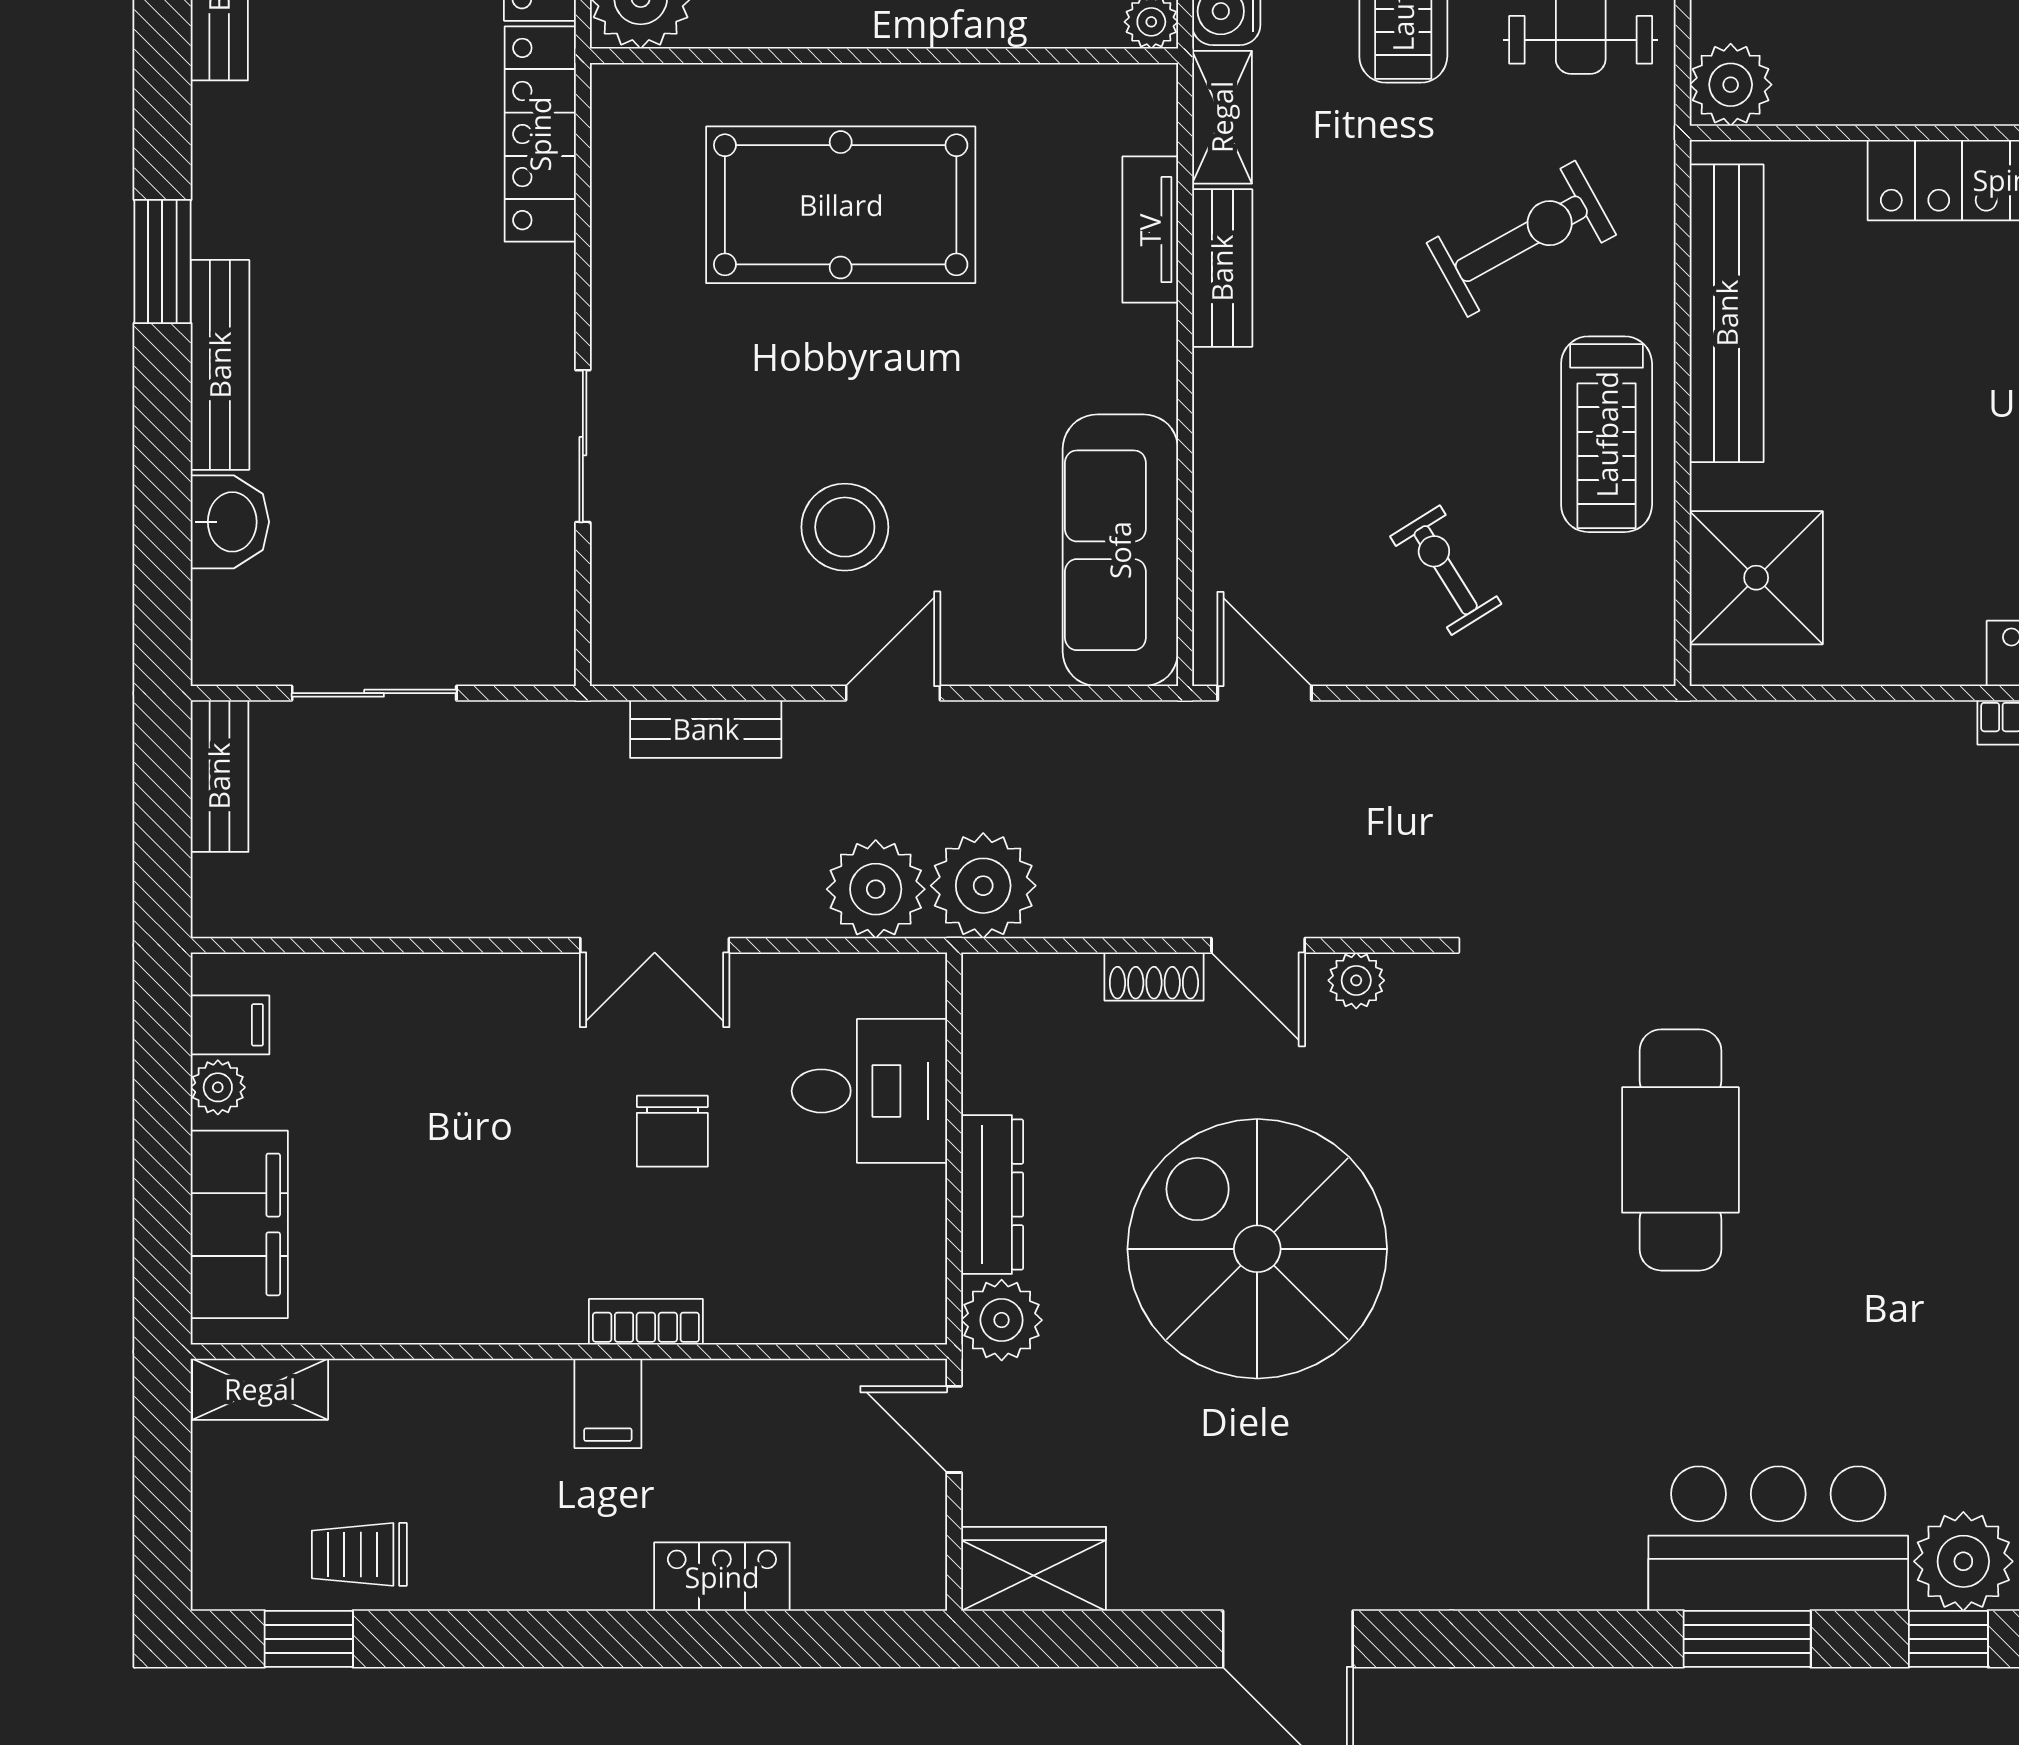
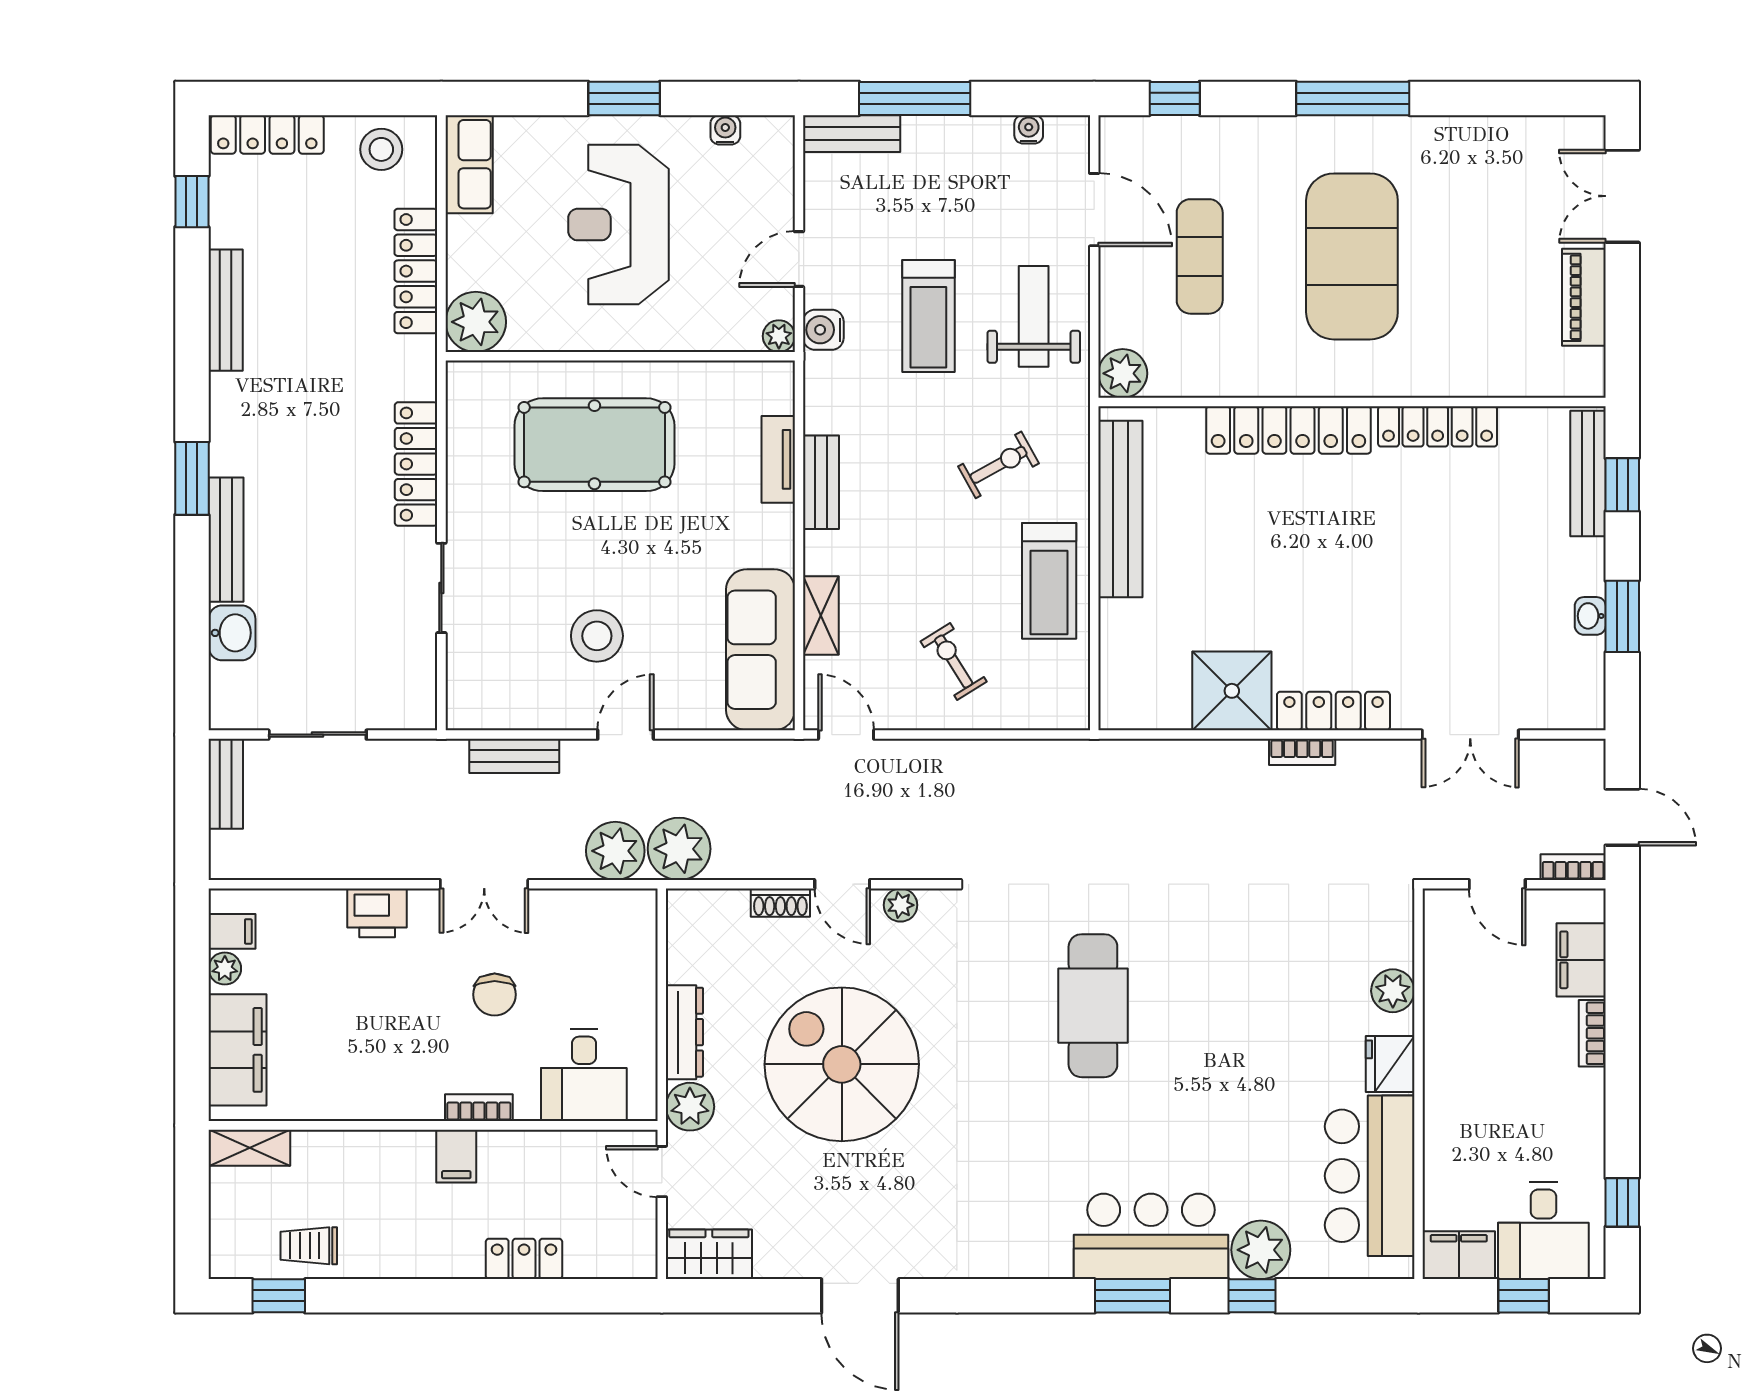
shelving: (1222, 117) -> (821, 615), moved
locker: (540, 134) -> (416, 464), moved
exercise bike: (1521, 239) -> (999, 465), width x0.73, depth x0.72
shower: (1756, 578) -> (1232, 691), moved
printer: (474, 994) -> (377, 913), added
desk: (869, 1091) -> (584, 1075), moved, turned 90

